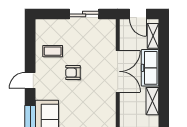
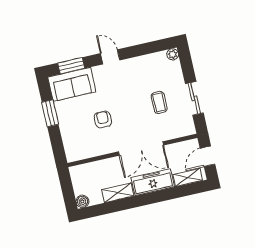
plant: (41, 24) -> (173, 54), added
coffee table: (53, 51) -> (159, 102), moved
armchair: (73, 73) -> (103, 120), moved

